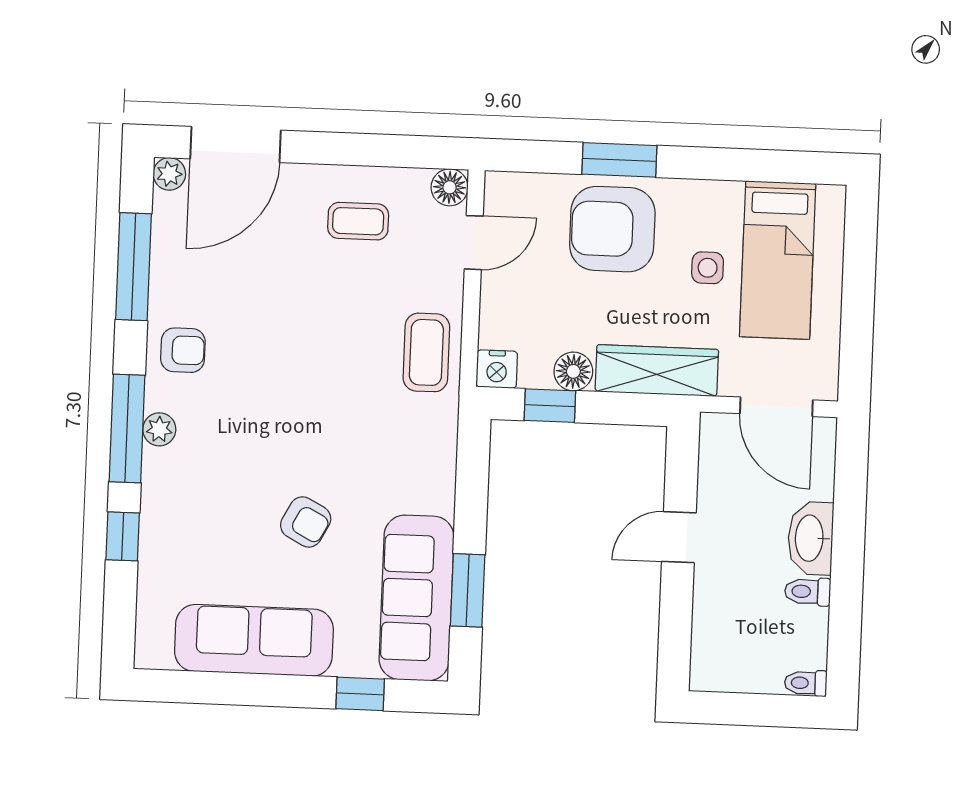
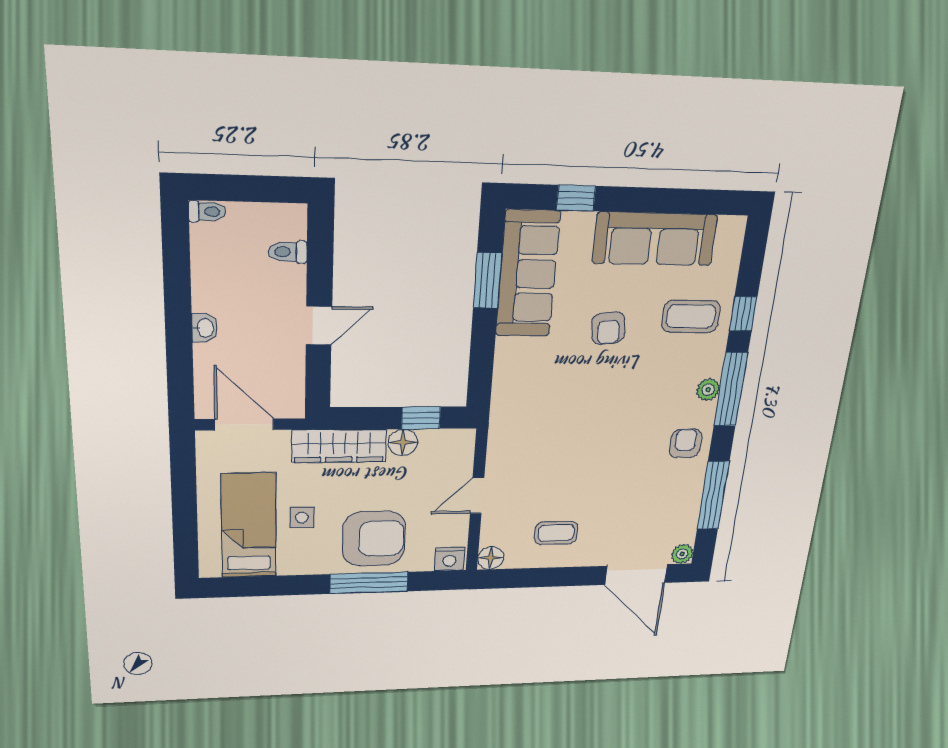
door: (236, 144) -> (636, 574), swing flipped
window: (619, 160) -> (369, 583), width x1.44
door: (474, 243) -> (477, 496), moved
armchair: (183, 350) -> (685, 443), turned 90
coffee table: (426, 352) -> (691, 316), moved, turned 90
nightstand: (497, 369) -> (450, 559), moved, turned 180
armchair: (306, 522) -> (608, 328), turned -125
washbasin: (810, 538) -> (205, 328), width x0.52, depth x0.69
toilet: (808, 592) -> (288, 252), moved, turned 180

